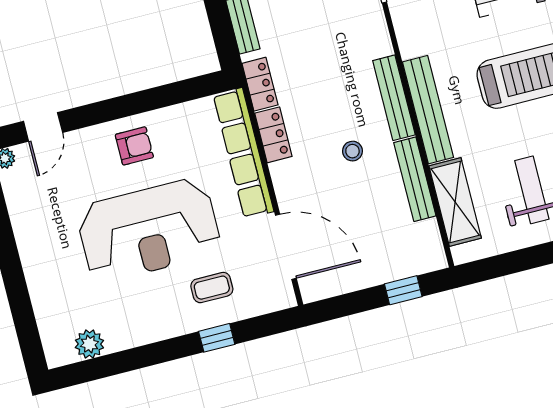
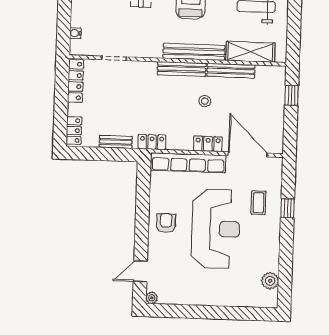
door: (43, 127) -> (140, 271), swing flipped
locker: (273, 135) -> (208, 144), moved
door: (286, 247) -> (248, 154), hinge flipped

